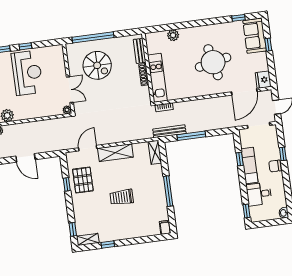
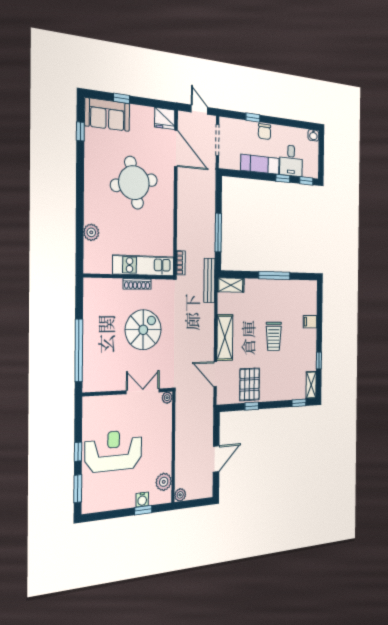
bench: (140, 51) -> (106, 285), removed
spiral stairs: (97, 65) -> (143, 330), moved
bench: (169, 131) -> (209, 280), moved
window: (240, 159) -> (283, 178), moved
pallet: (83, 180) -> (250, 384), turned 90
filing cabinet: (165, 227) -> (310, 322), moved

